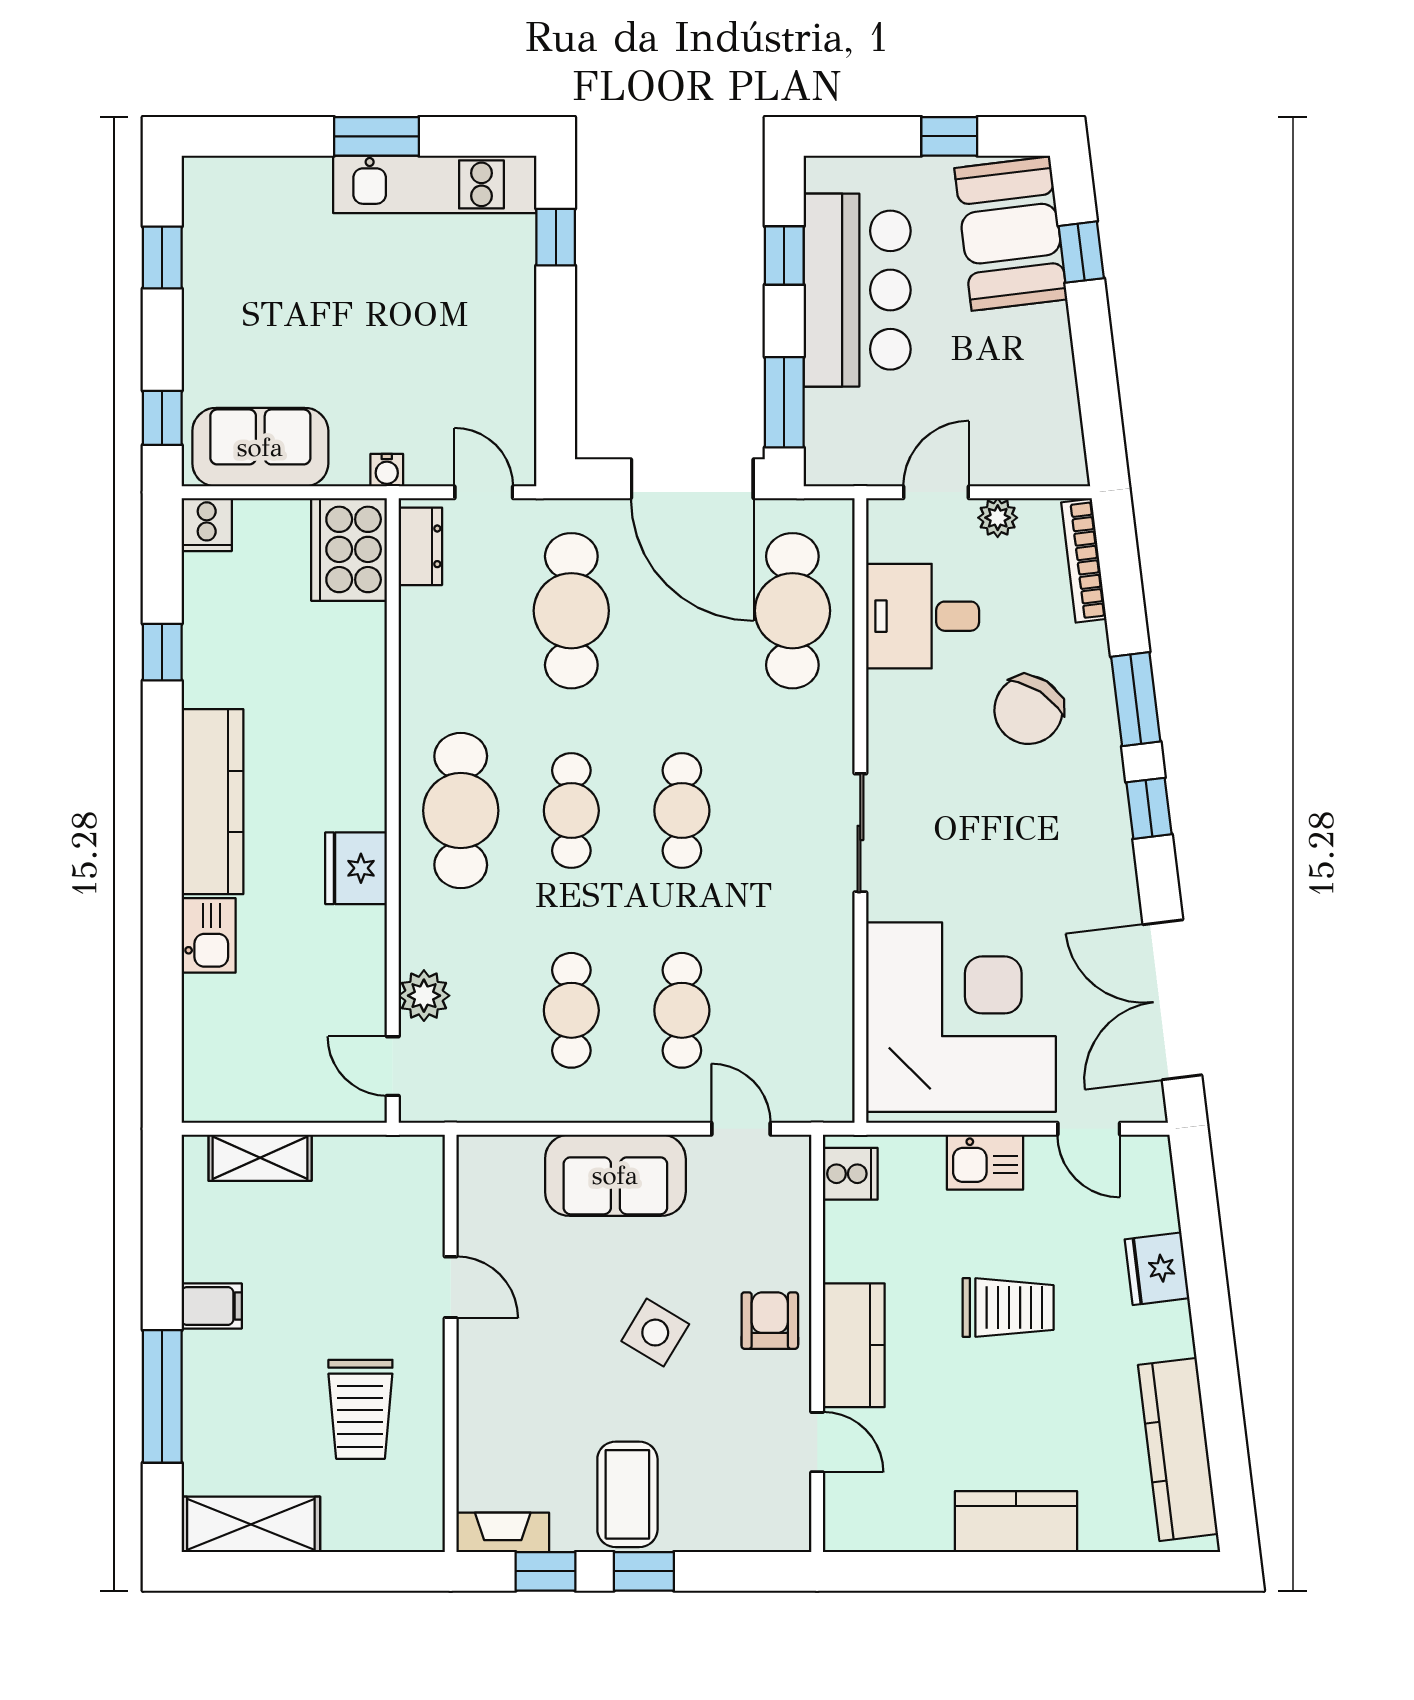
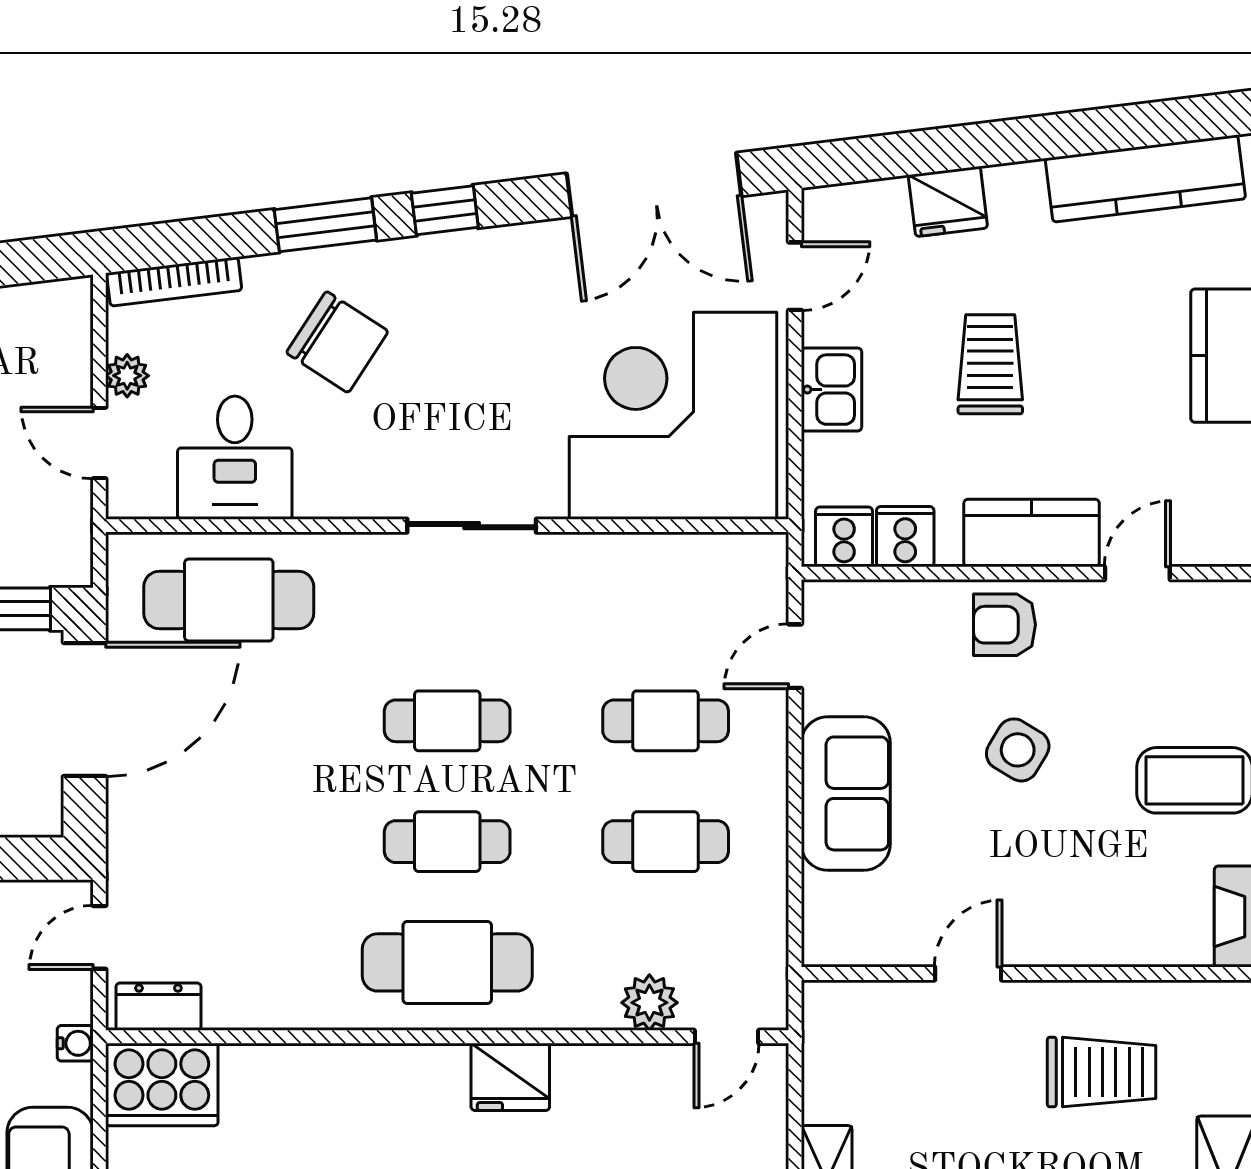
cafe table: (571, 611) -> (229, 842), removed
cooker: (850, 1230) -> (905, 537), added

